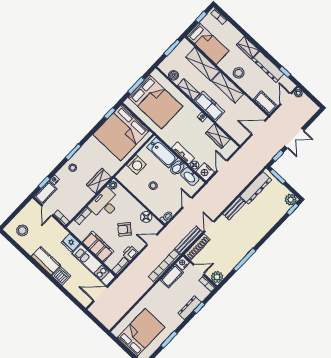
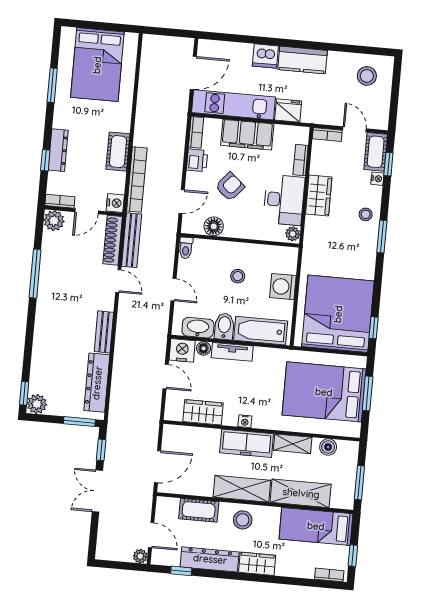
cot: (265, 103) -> (199, 510), moved
wardrobe: (99, 181) -> (319, 196), moved
cot: (172, 276) -> (118, 152), moved

